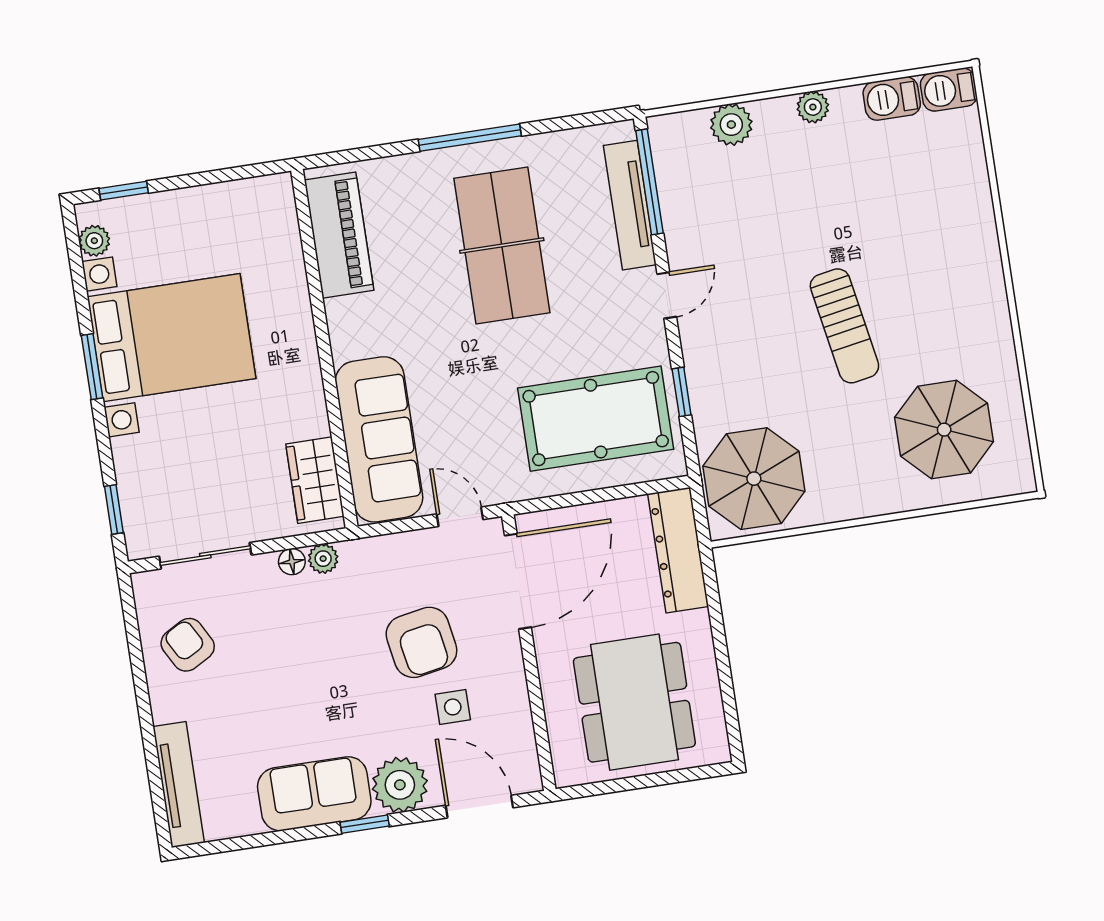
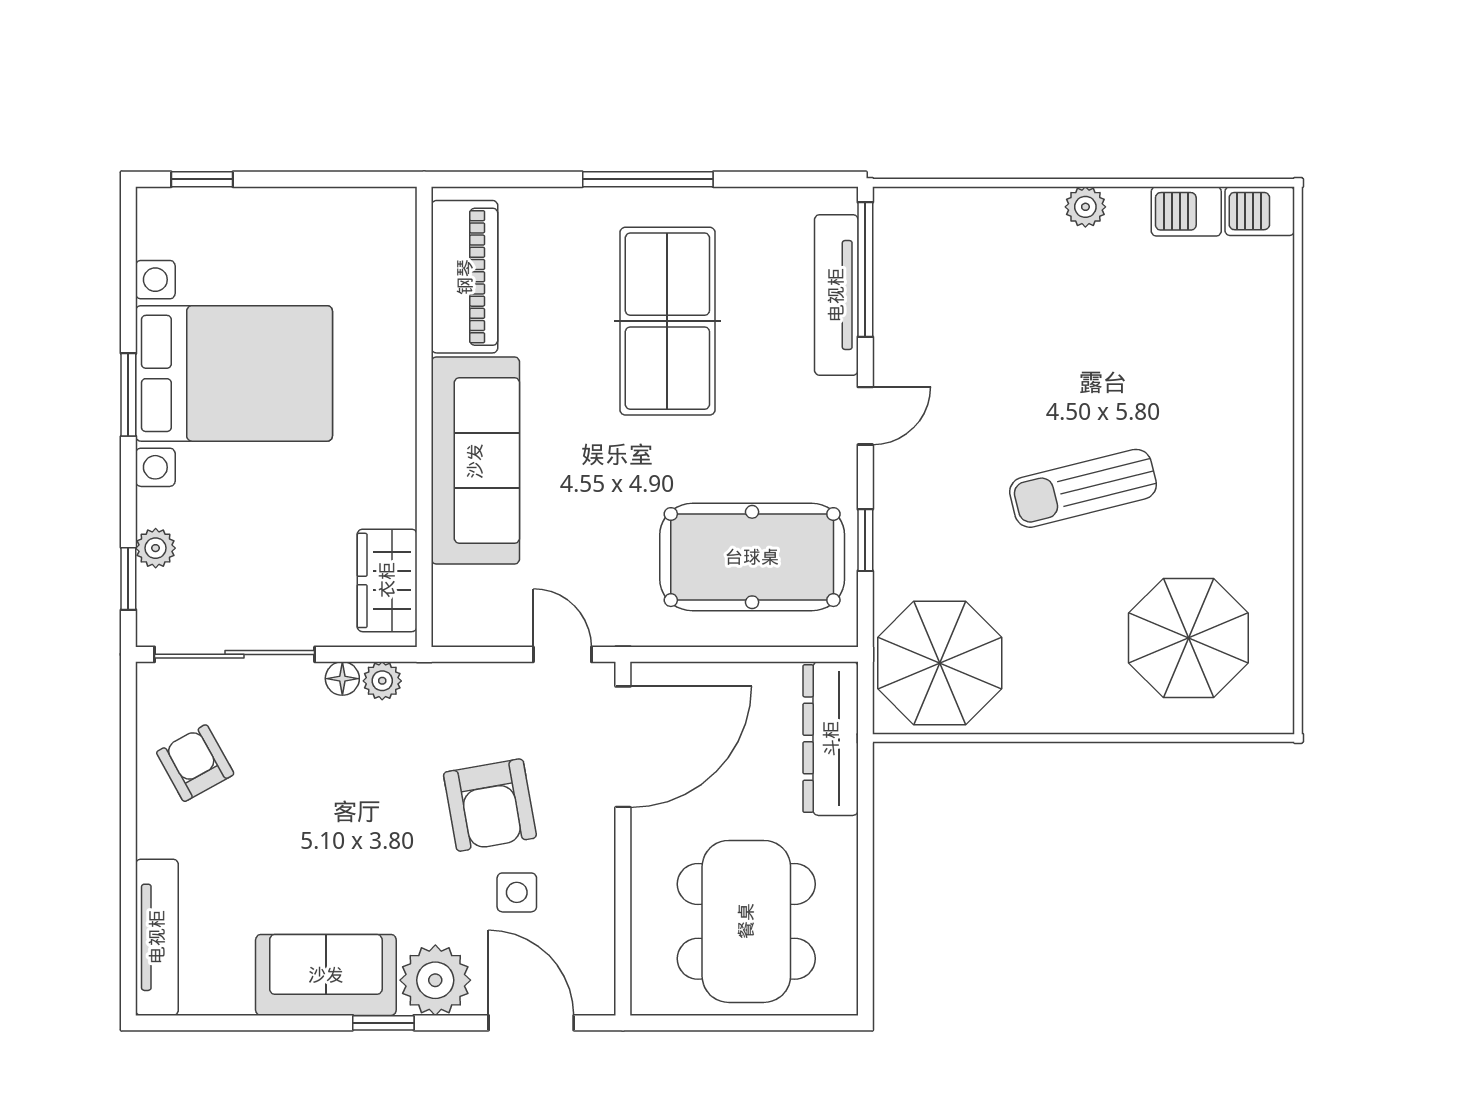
plant: (731, 125) -> (979, 213), removed
plant: (94, 241) -> (156, 548), moved
sun lounger: (844, 326) -> (1083, 488), turned 86
sofa: (379, 439) -> (475, 461), moved
sliding door: (205, 556) -> (235, 654), width x1.37

